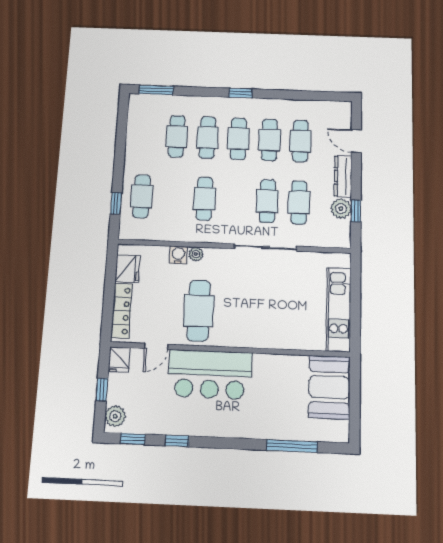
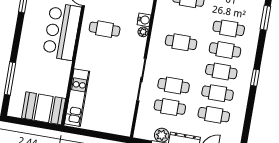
kitchen unit: (339, 309) -> (77, 98), moved, turned 90
cafe table: (199, 311) -> (105, 29), width x0.73, depth x0.74

